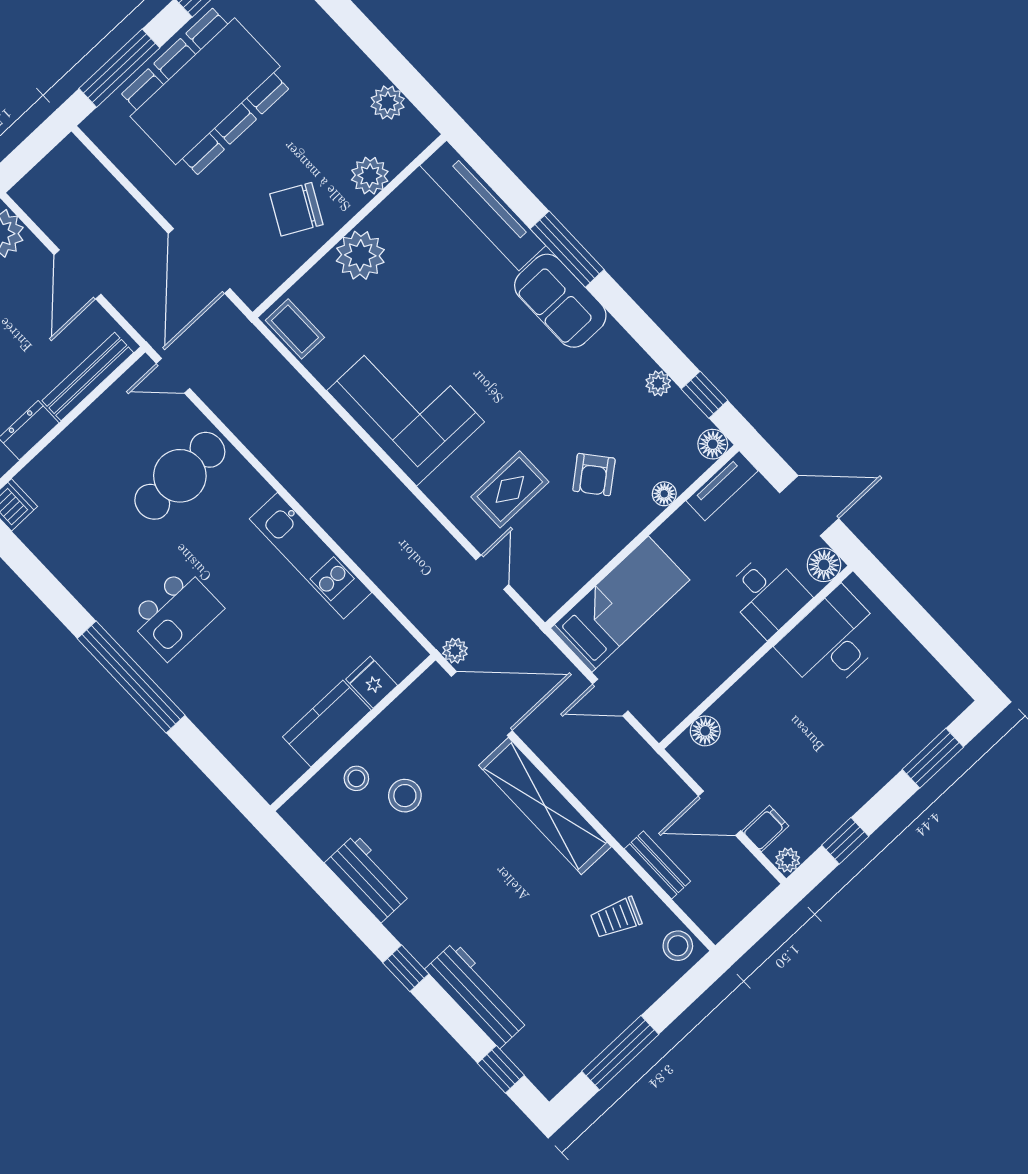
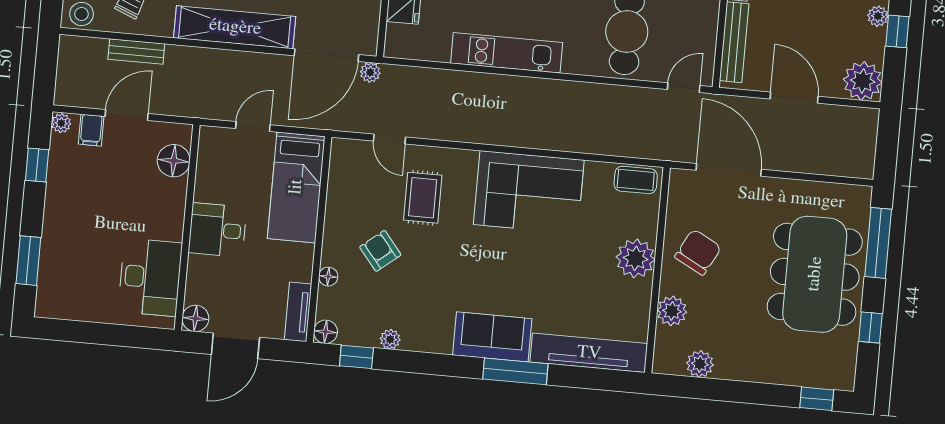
desk: (767, 594) -> (217, 230), moved
floor lamp: (705, 731) -> (174, 161), width x1.38, depth x1.38

